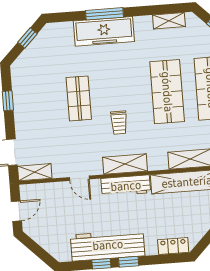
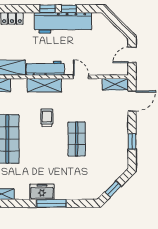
freezer: (104, 31) -> (42, 192), width x0.52, depth x0.79

